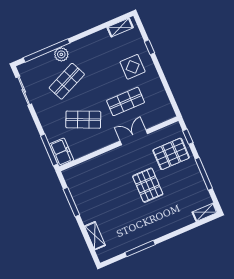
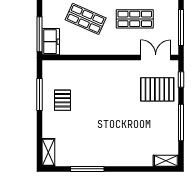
window: (169, 92) -> (181, 28), added
double door: (134, 137) -> (156, 58), moved
pallet: (148, 185) -> (62, 100), moved, width x0.67, depth x0.71
shelving: (95, 236) -> (48, 152), moved

